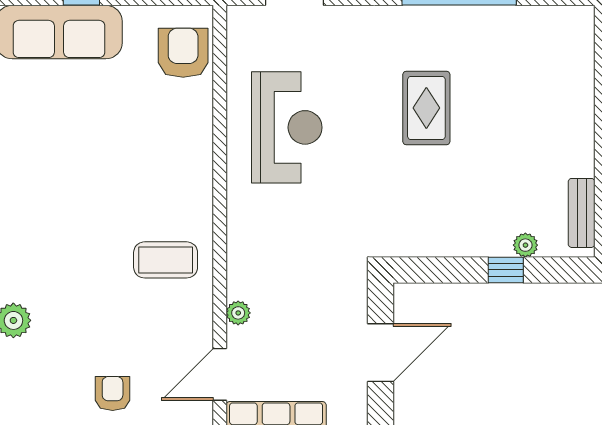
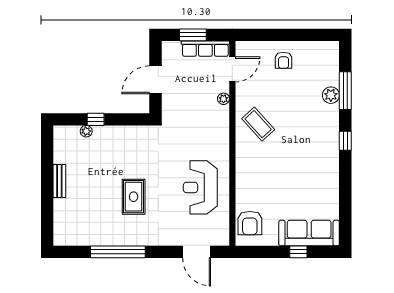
bench: (582, 213) -> (59, 181), moved
coffee table: (166, 260) -> (258, 124), turned 48

